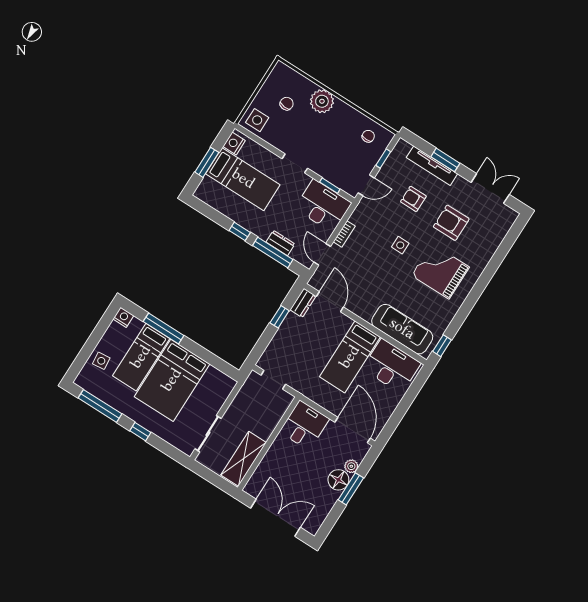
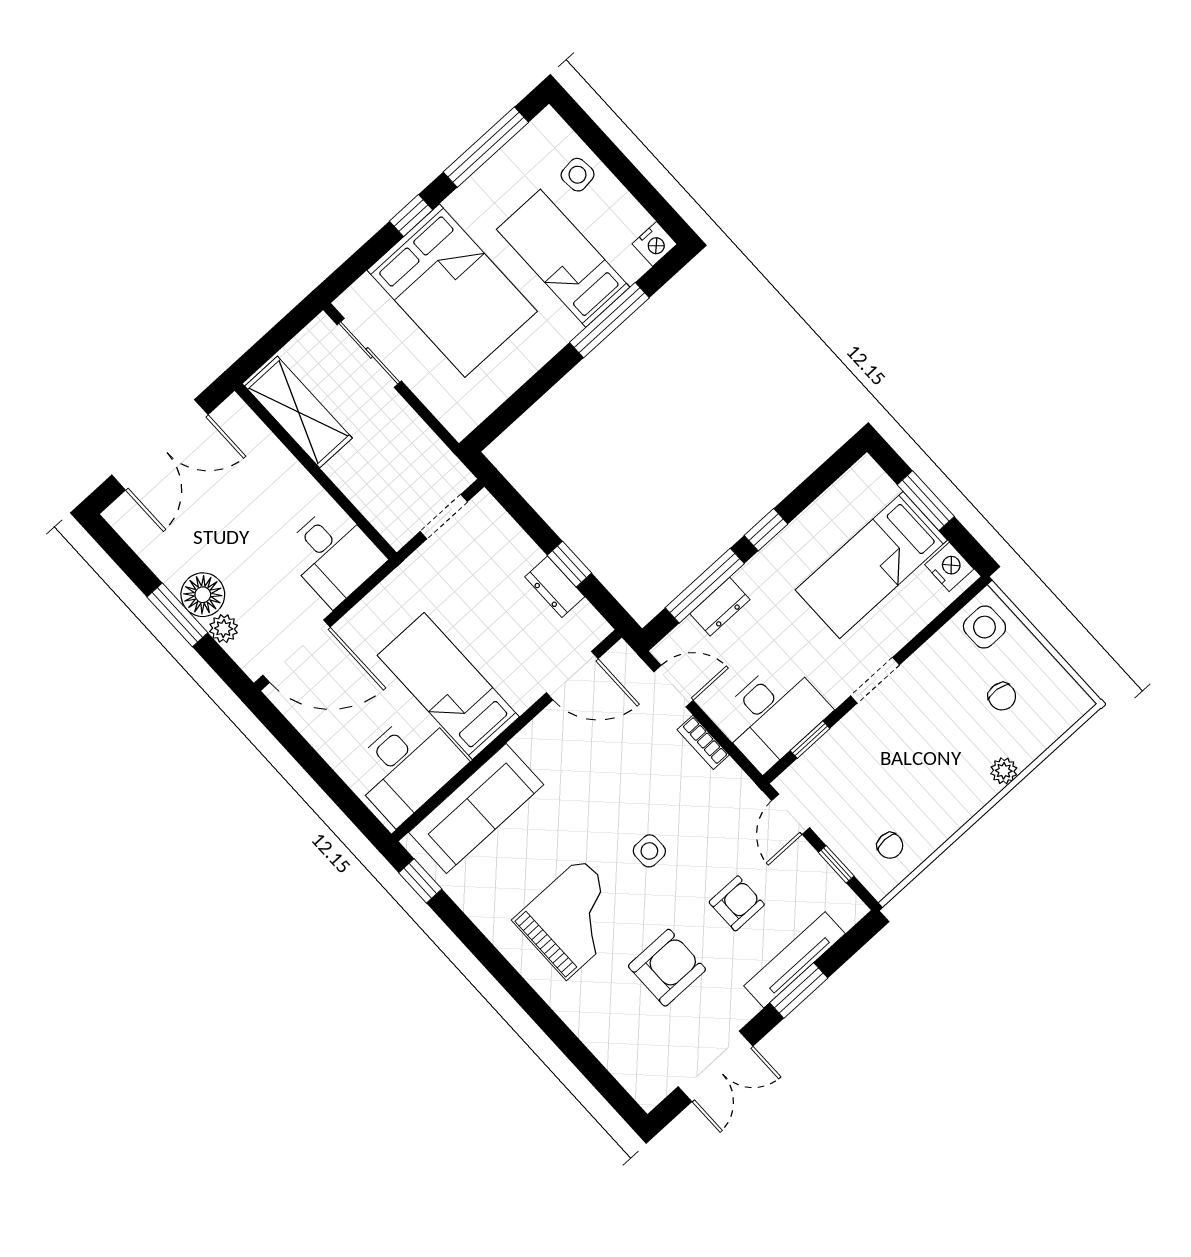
plant: (322, 101) -> (1004, 771), width x0.53, depth x0.53
dresser: (303, 303) -> (555, 587), moved
bed: (172, 380) -> (452, 291), moved, turned 180

